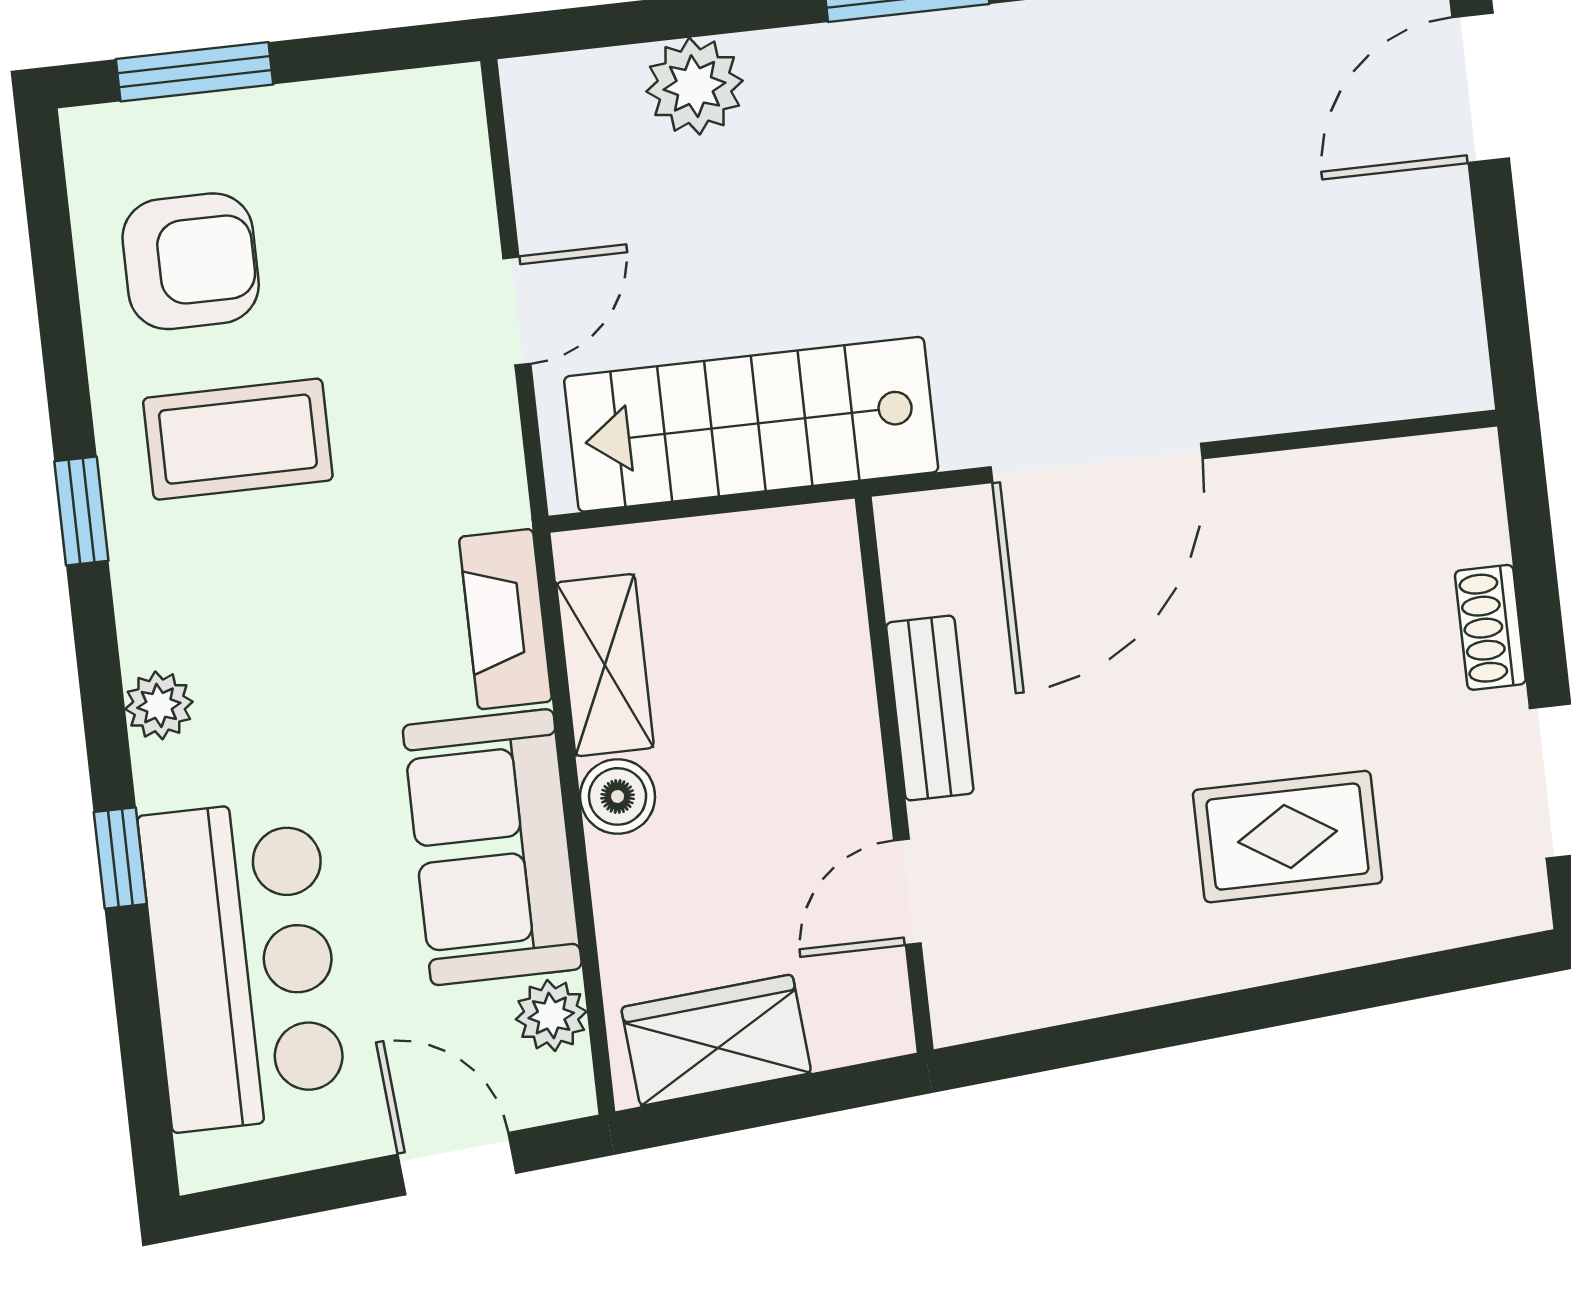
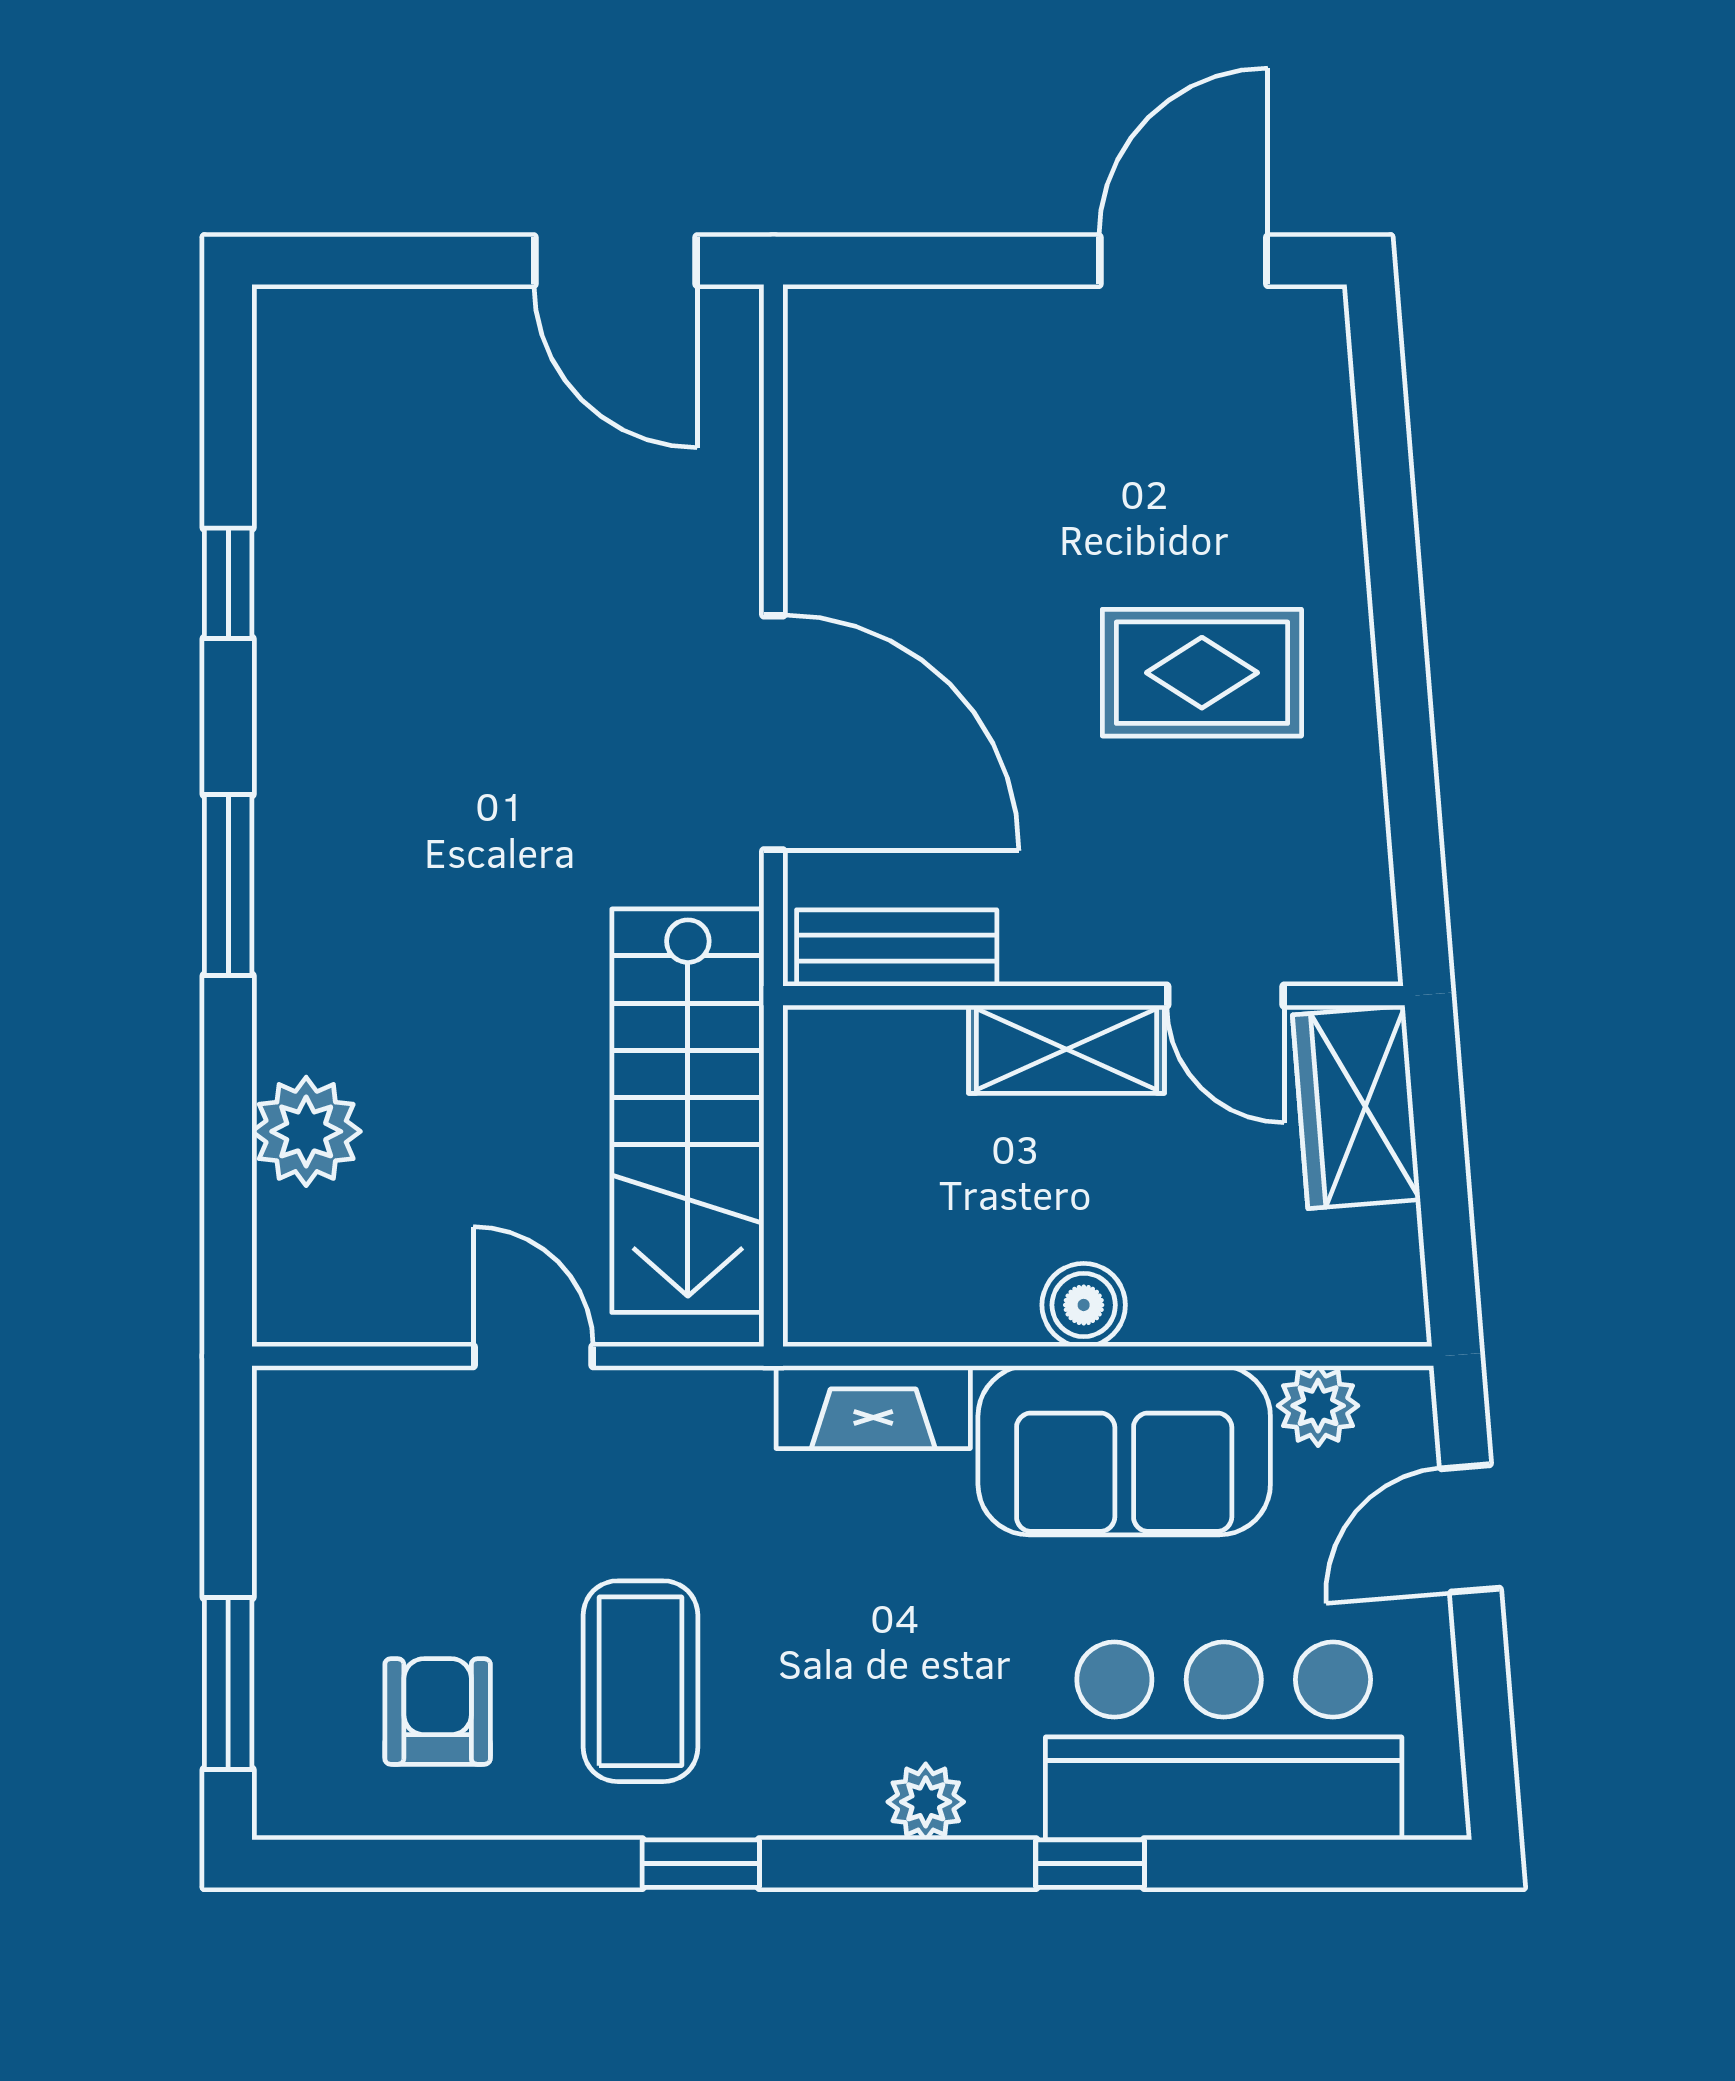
door: (1481, 88) -> (615, 261), moved
armchair: (191, 261) -> (438, 1712), width x0.72, depth x0.72
shoe rack: (1490, 627) -> (1005, 317), removed
shelving: (605, 665) -> (1067, 1049), moved
bench: (930, 708) -> (897, 948), moved
rug: (1287, 837) -> (1202, 673), moved, turned 90
wardrobe: (716, 1040) -> (1356, 1107), moved

